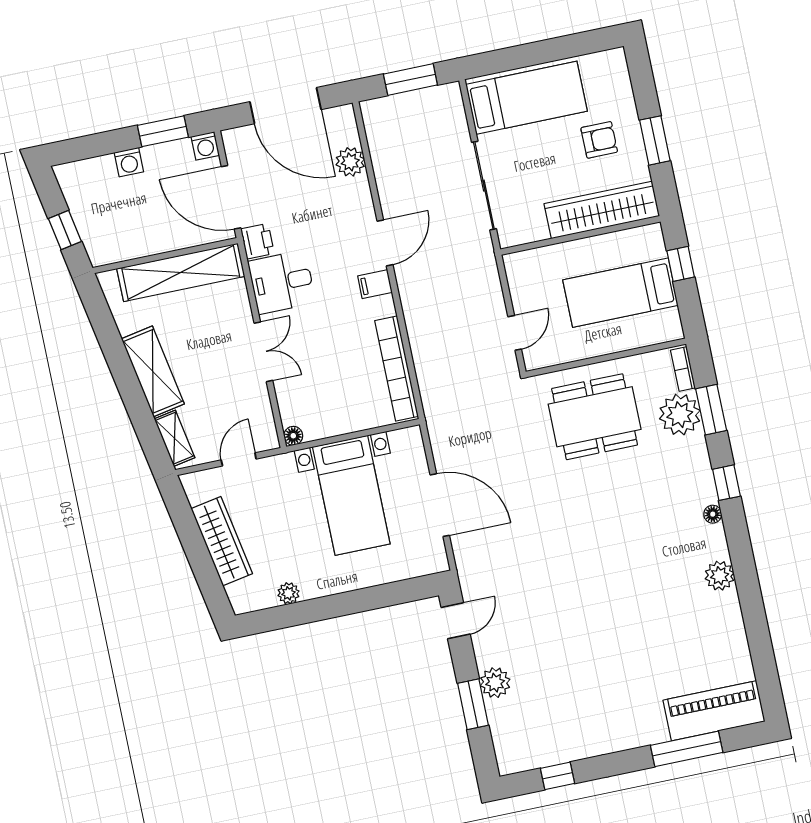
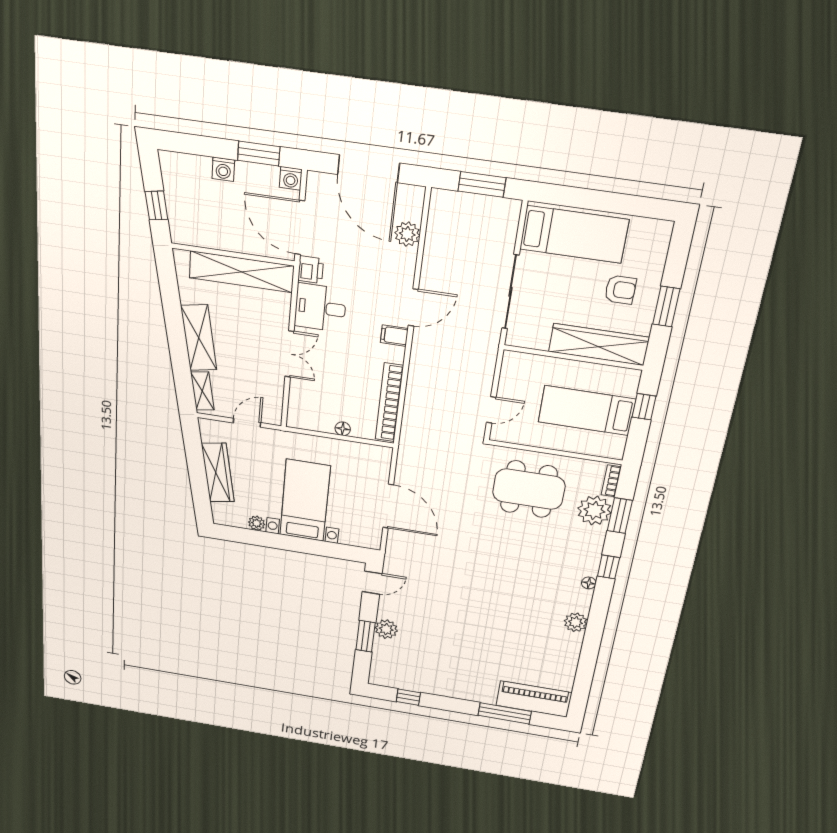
floor lamp: (293, 436) -> (343, 429), moved
bed with nightstands: (351, 495) -> (305, 501), moved, turned 180

